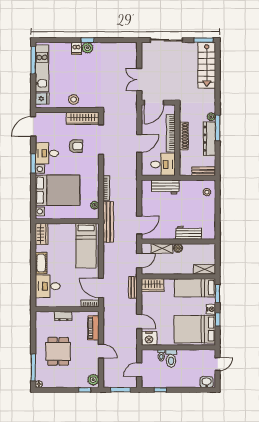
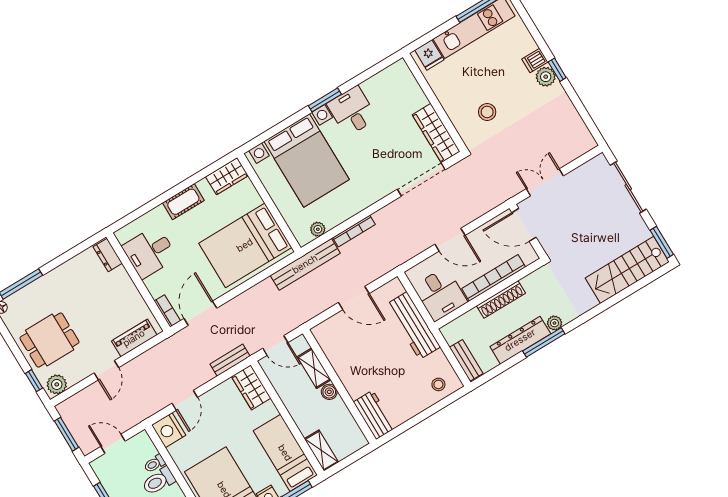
stool: (74, 99) -> (487, 112), moved
door: (33, 127) -> (380, 67), removed
armchair: (76, 146) -> (389, 148), removed
workbench: (165, 187) -> (413, 326), width x1.38
door: (139, 225) -> (354, 298), moved
workbench: (188, 233) -> (374, 415), moved
bed: (86, 246) -> (245, 245), width x1.50
desk: (48, 286) -> (150, 252), moved, turned -90
dresser: (63, 316) -> (108, 255), moved
dining table: (58, 351) -> (50, 340), moved

